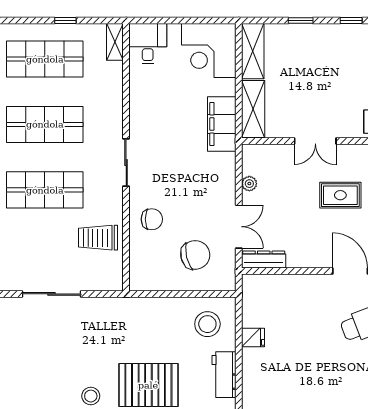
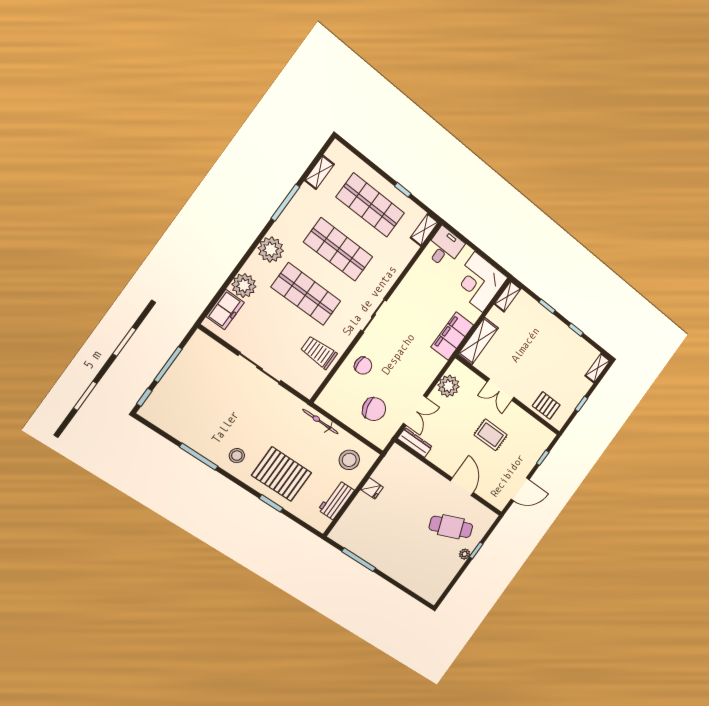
shelving: (253, 51) -> (508, 296), width x0.67, depth x0.75
plant: (249, 184) -> (449, 386), width x1.88, depth x1.88
bicycle: (150, 305) -> (320, 422), added

